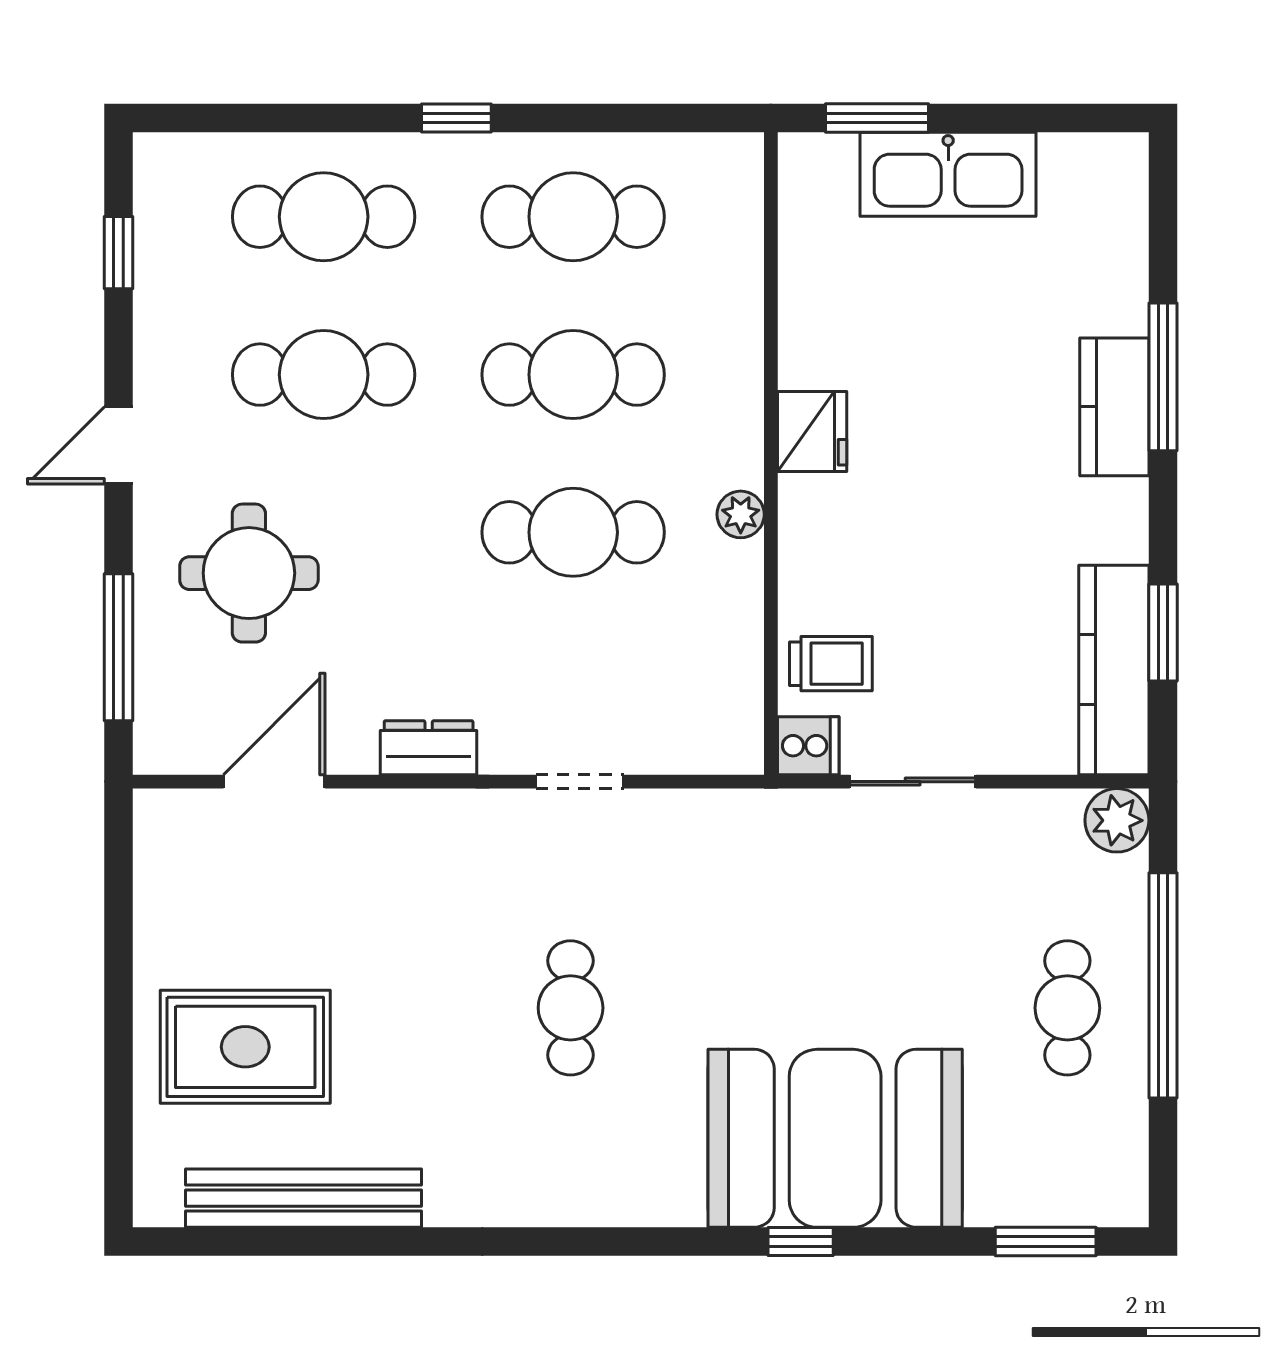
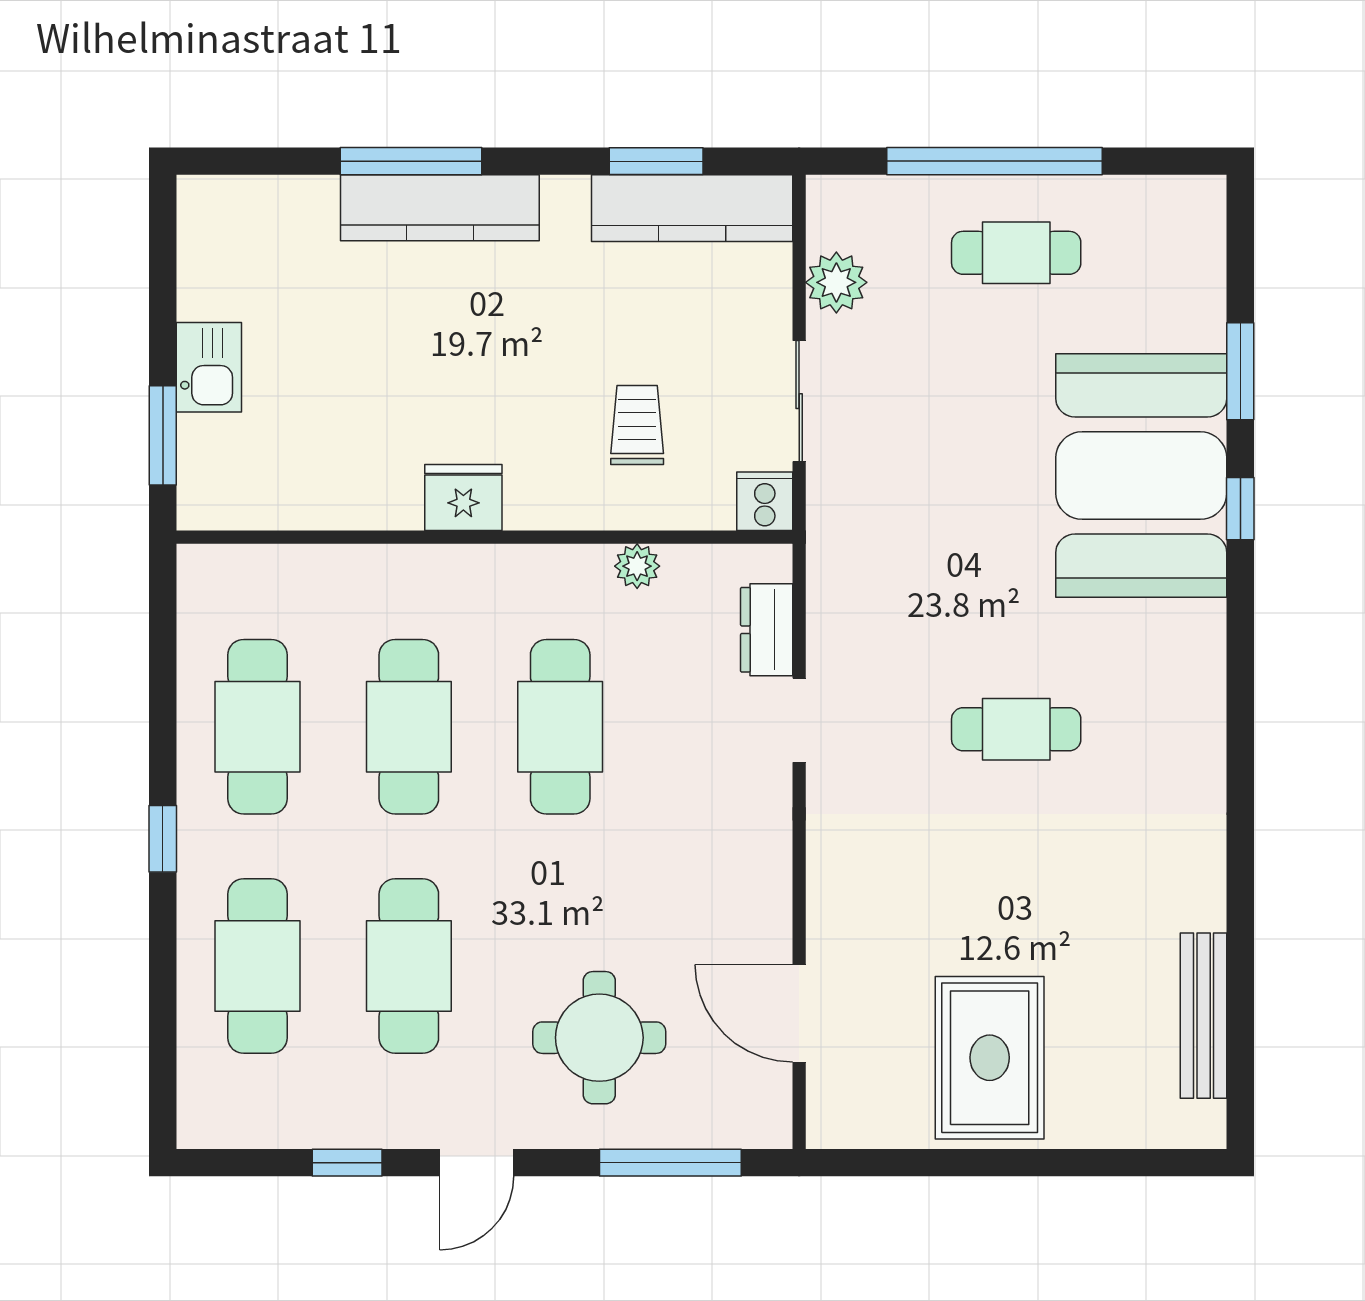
kitchen sink: (948, 174) -> (209, 367), width x0.53, depth x0.81
window: (119, 253) -> (347, 1163), moved
kitchen counter: (1114, 407) -> (440, 208), width x1.50
door: (119, 445) -> (477, 1163), hinge flipped
plant: (741, 514) -> (637, 566), moved
trolley: (831, 664) -> (637, 425), moved
dresser: (429, 748) -> (767, 630), moved
plant: (1117, 820) -> (836, 282), moved
rug: (245, 1047) -> (990, 1058), moved
bench: (304, 1198) -> (1204, 1016), width x0.73, depth x0.82
window: (1046, 1242) -> (1240, 371), moved

